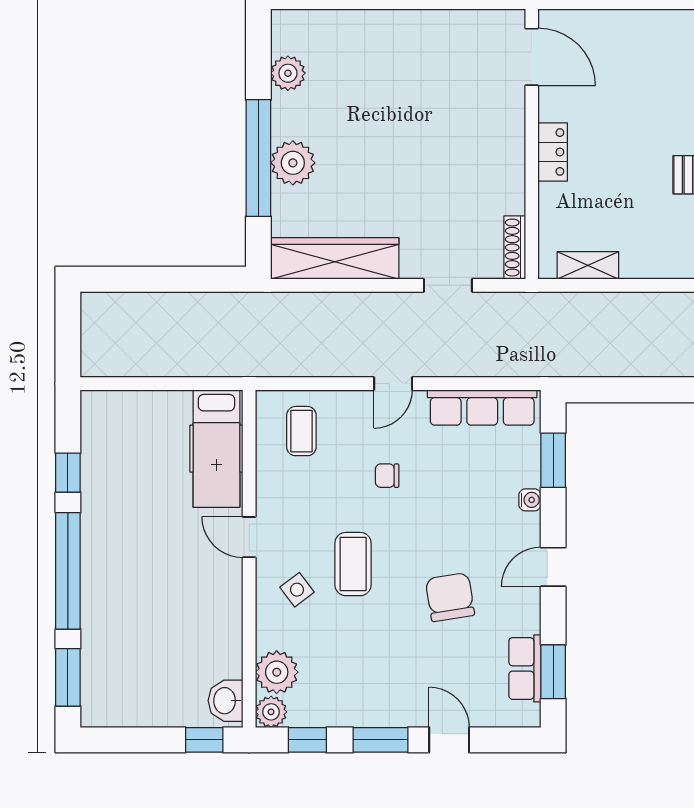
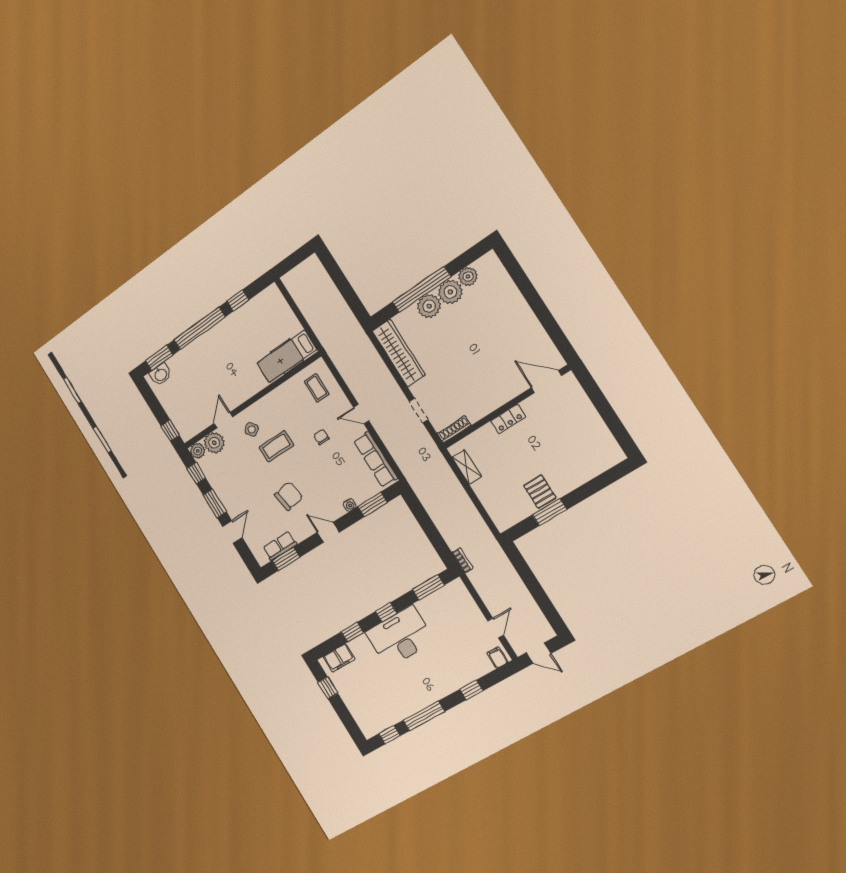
door: (532, 57) -> (546, 382), swing flipped
plant: (293, 116) -> (450, 292), added
coffee table: (301, 431) -> (317, 388), turned 90
door: (249, 537) -> (223, 420), moved
washbasin: (226, 701) -> (161, 374), moved, turned 180

